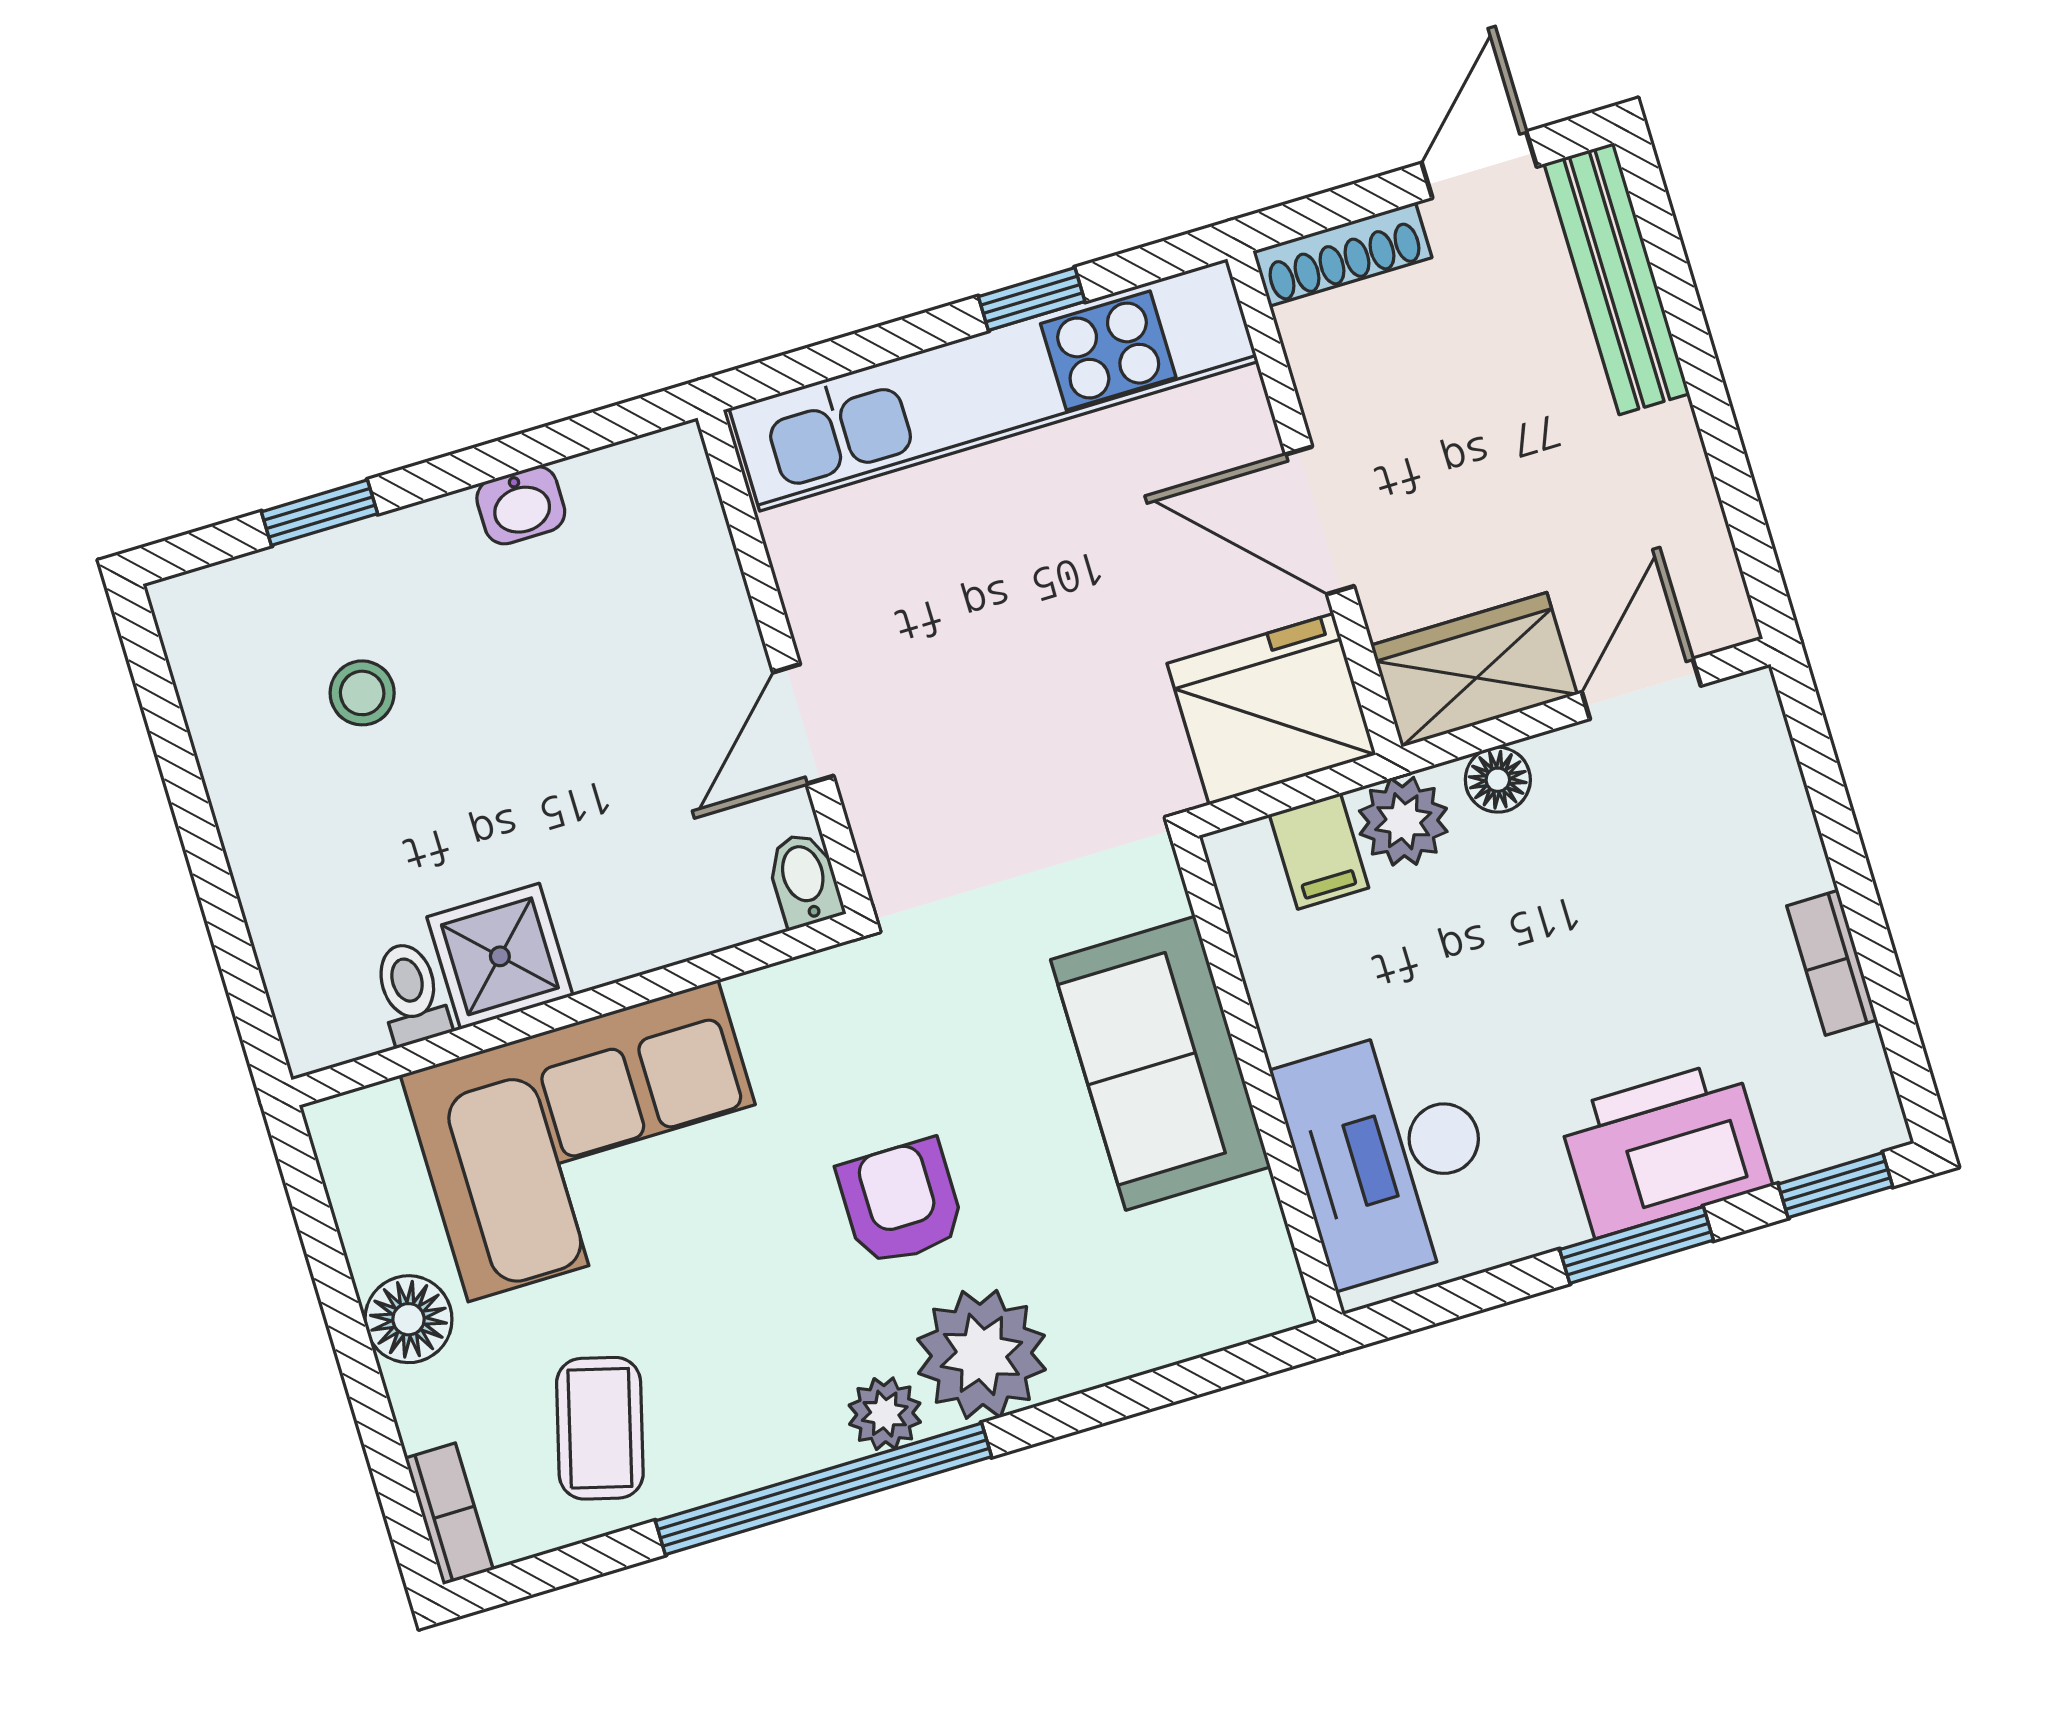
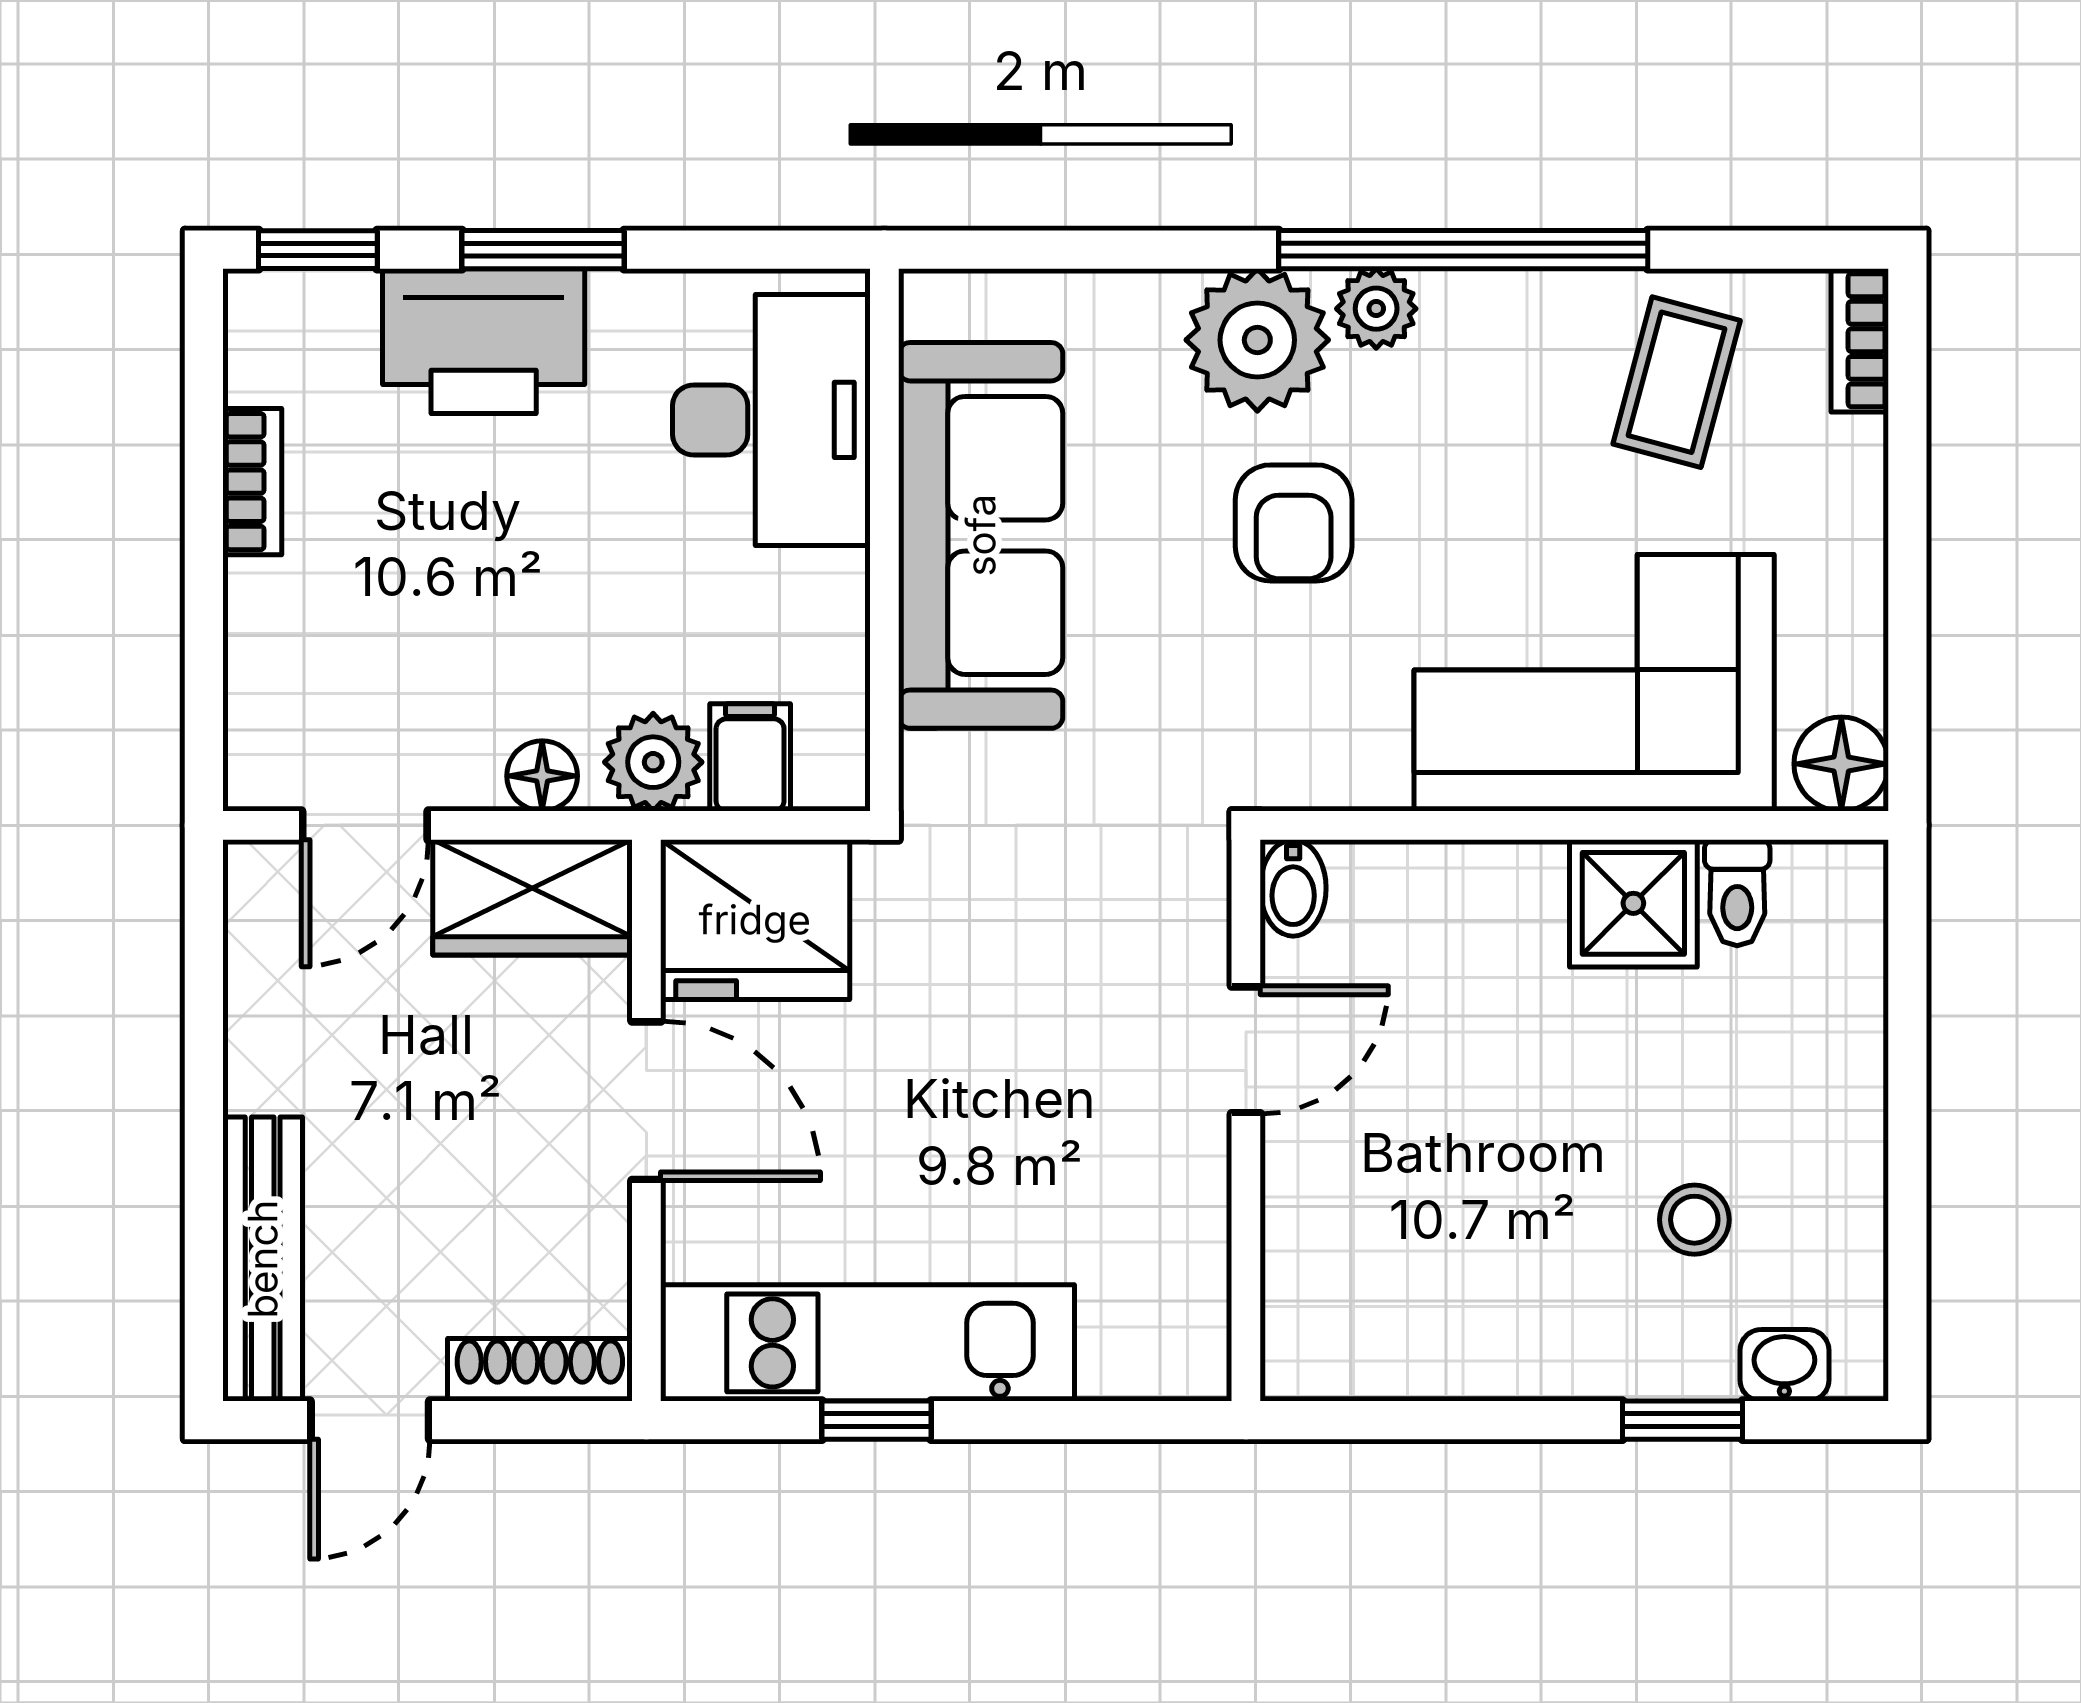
kitchen unit: (994, 385) -> (868, 1343), width x0.73
washbasin: (521, 505) -> (1784, 1365), moved
sofa: (1161, 1063) -> (981, 535), width x1.36
floor lamp: (409, 1319) -> (1841, 764), moved

